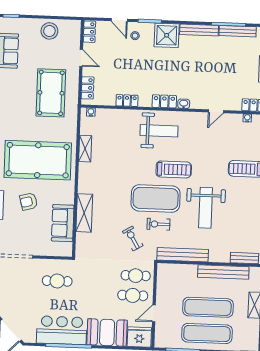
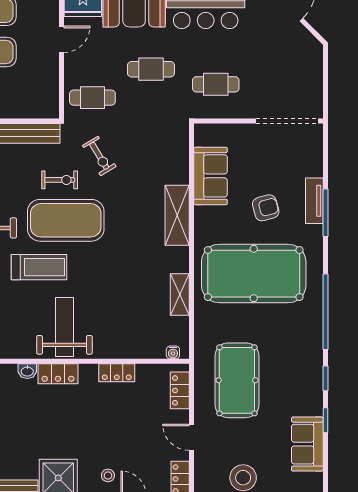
weight bench: (159, 131) -> (64, 327), turned 90
treadmill: (174, 169) -> (39, 267), turned 180
shelving: (84, 213) -> (177, 215), moved
cafe table: (133, 295) -> (151, 69), moved

